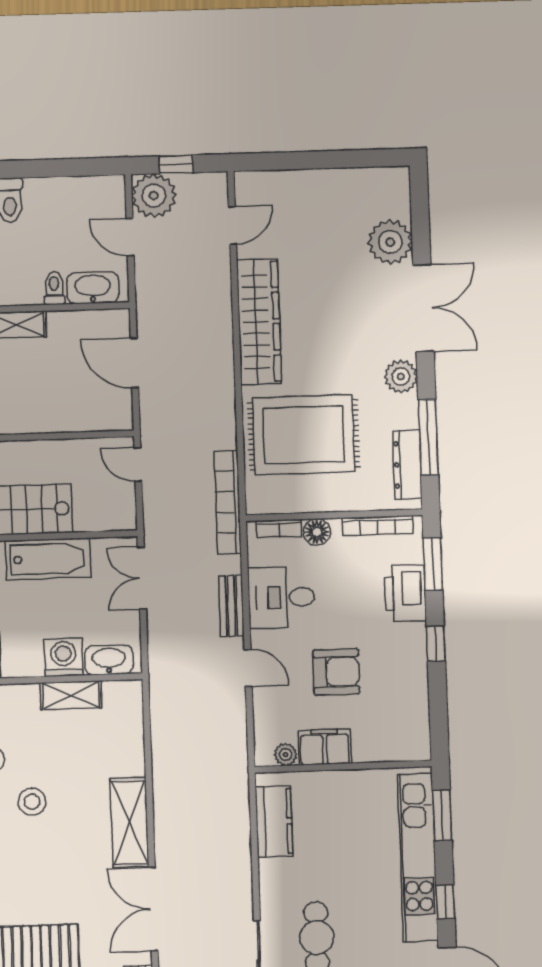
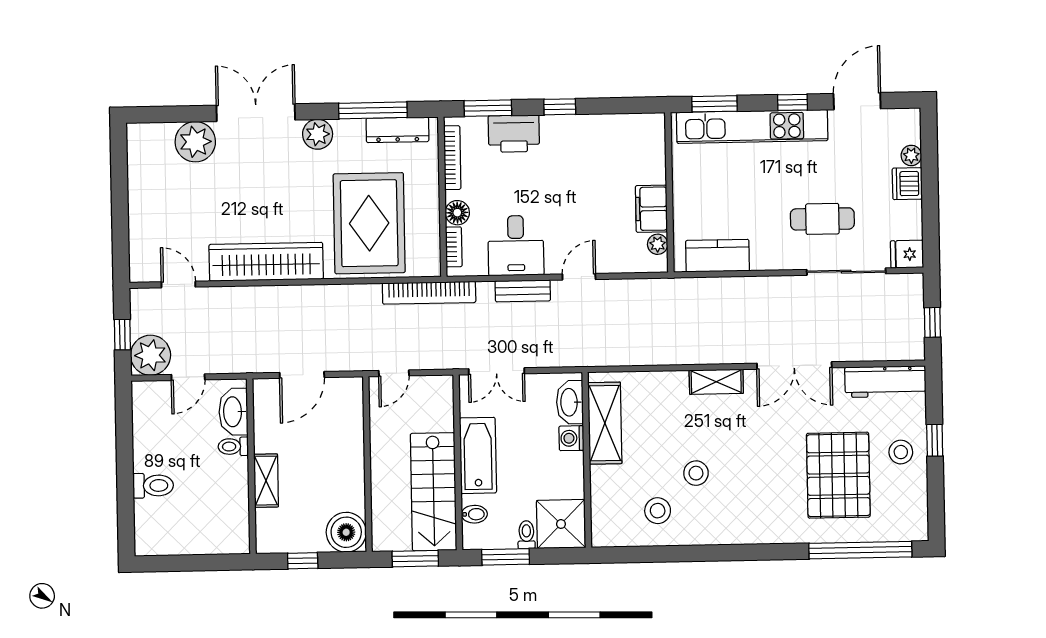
washing machine: (63, 657) -> (571, 438), width x0.73, depth x0.73
armchair: (336, 672) -> (584, 197), removed
shelving: (71, 695) -> (605, 423), width x1.50, depth x1.33
shelving: (129, 823) -> (716, 382), width x0.67, depth x0.75

